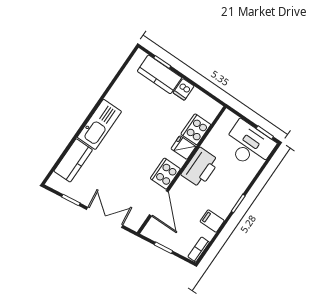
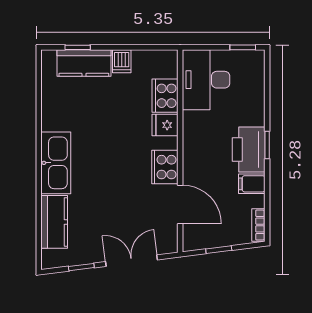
desk: (249, 145) -> (206, 80), moved, turned -90
printer: (200, 168) -> (249, 150), moved, turned 180

